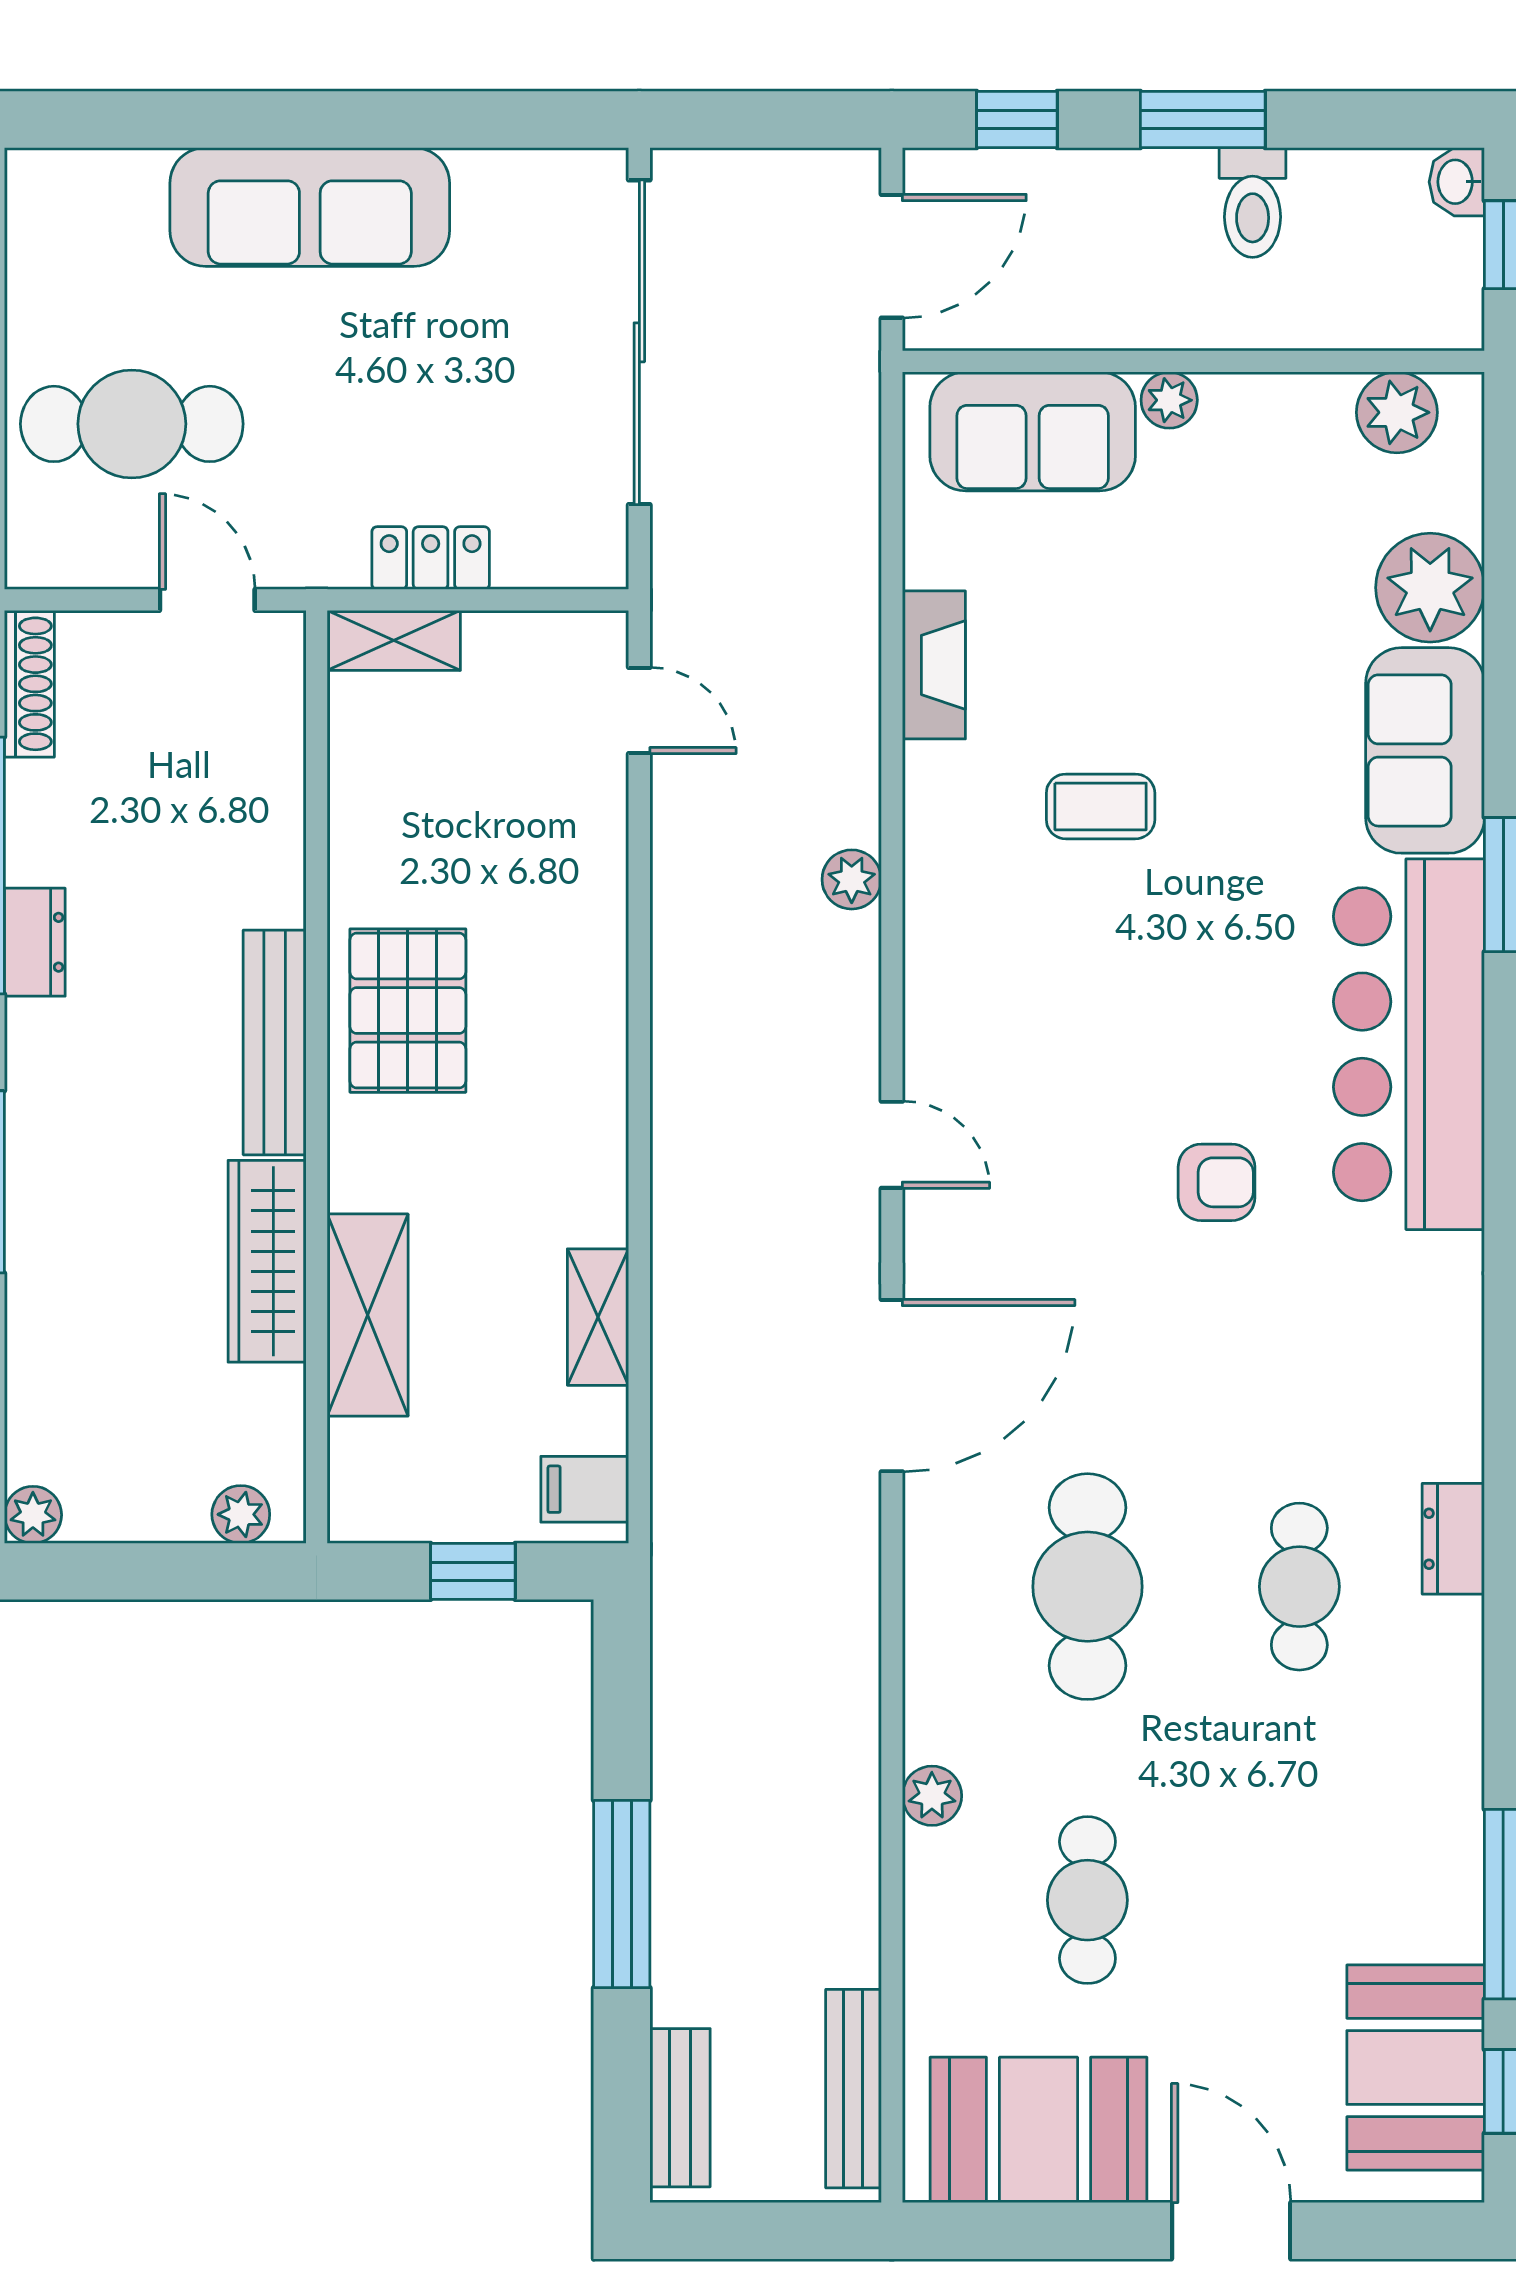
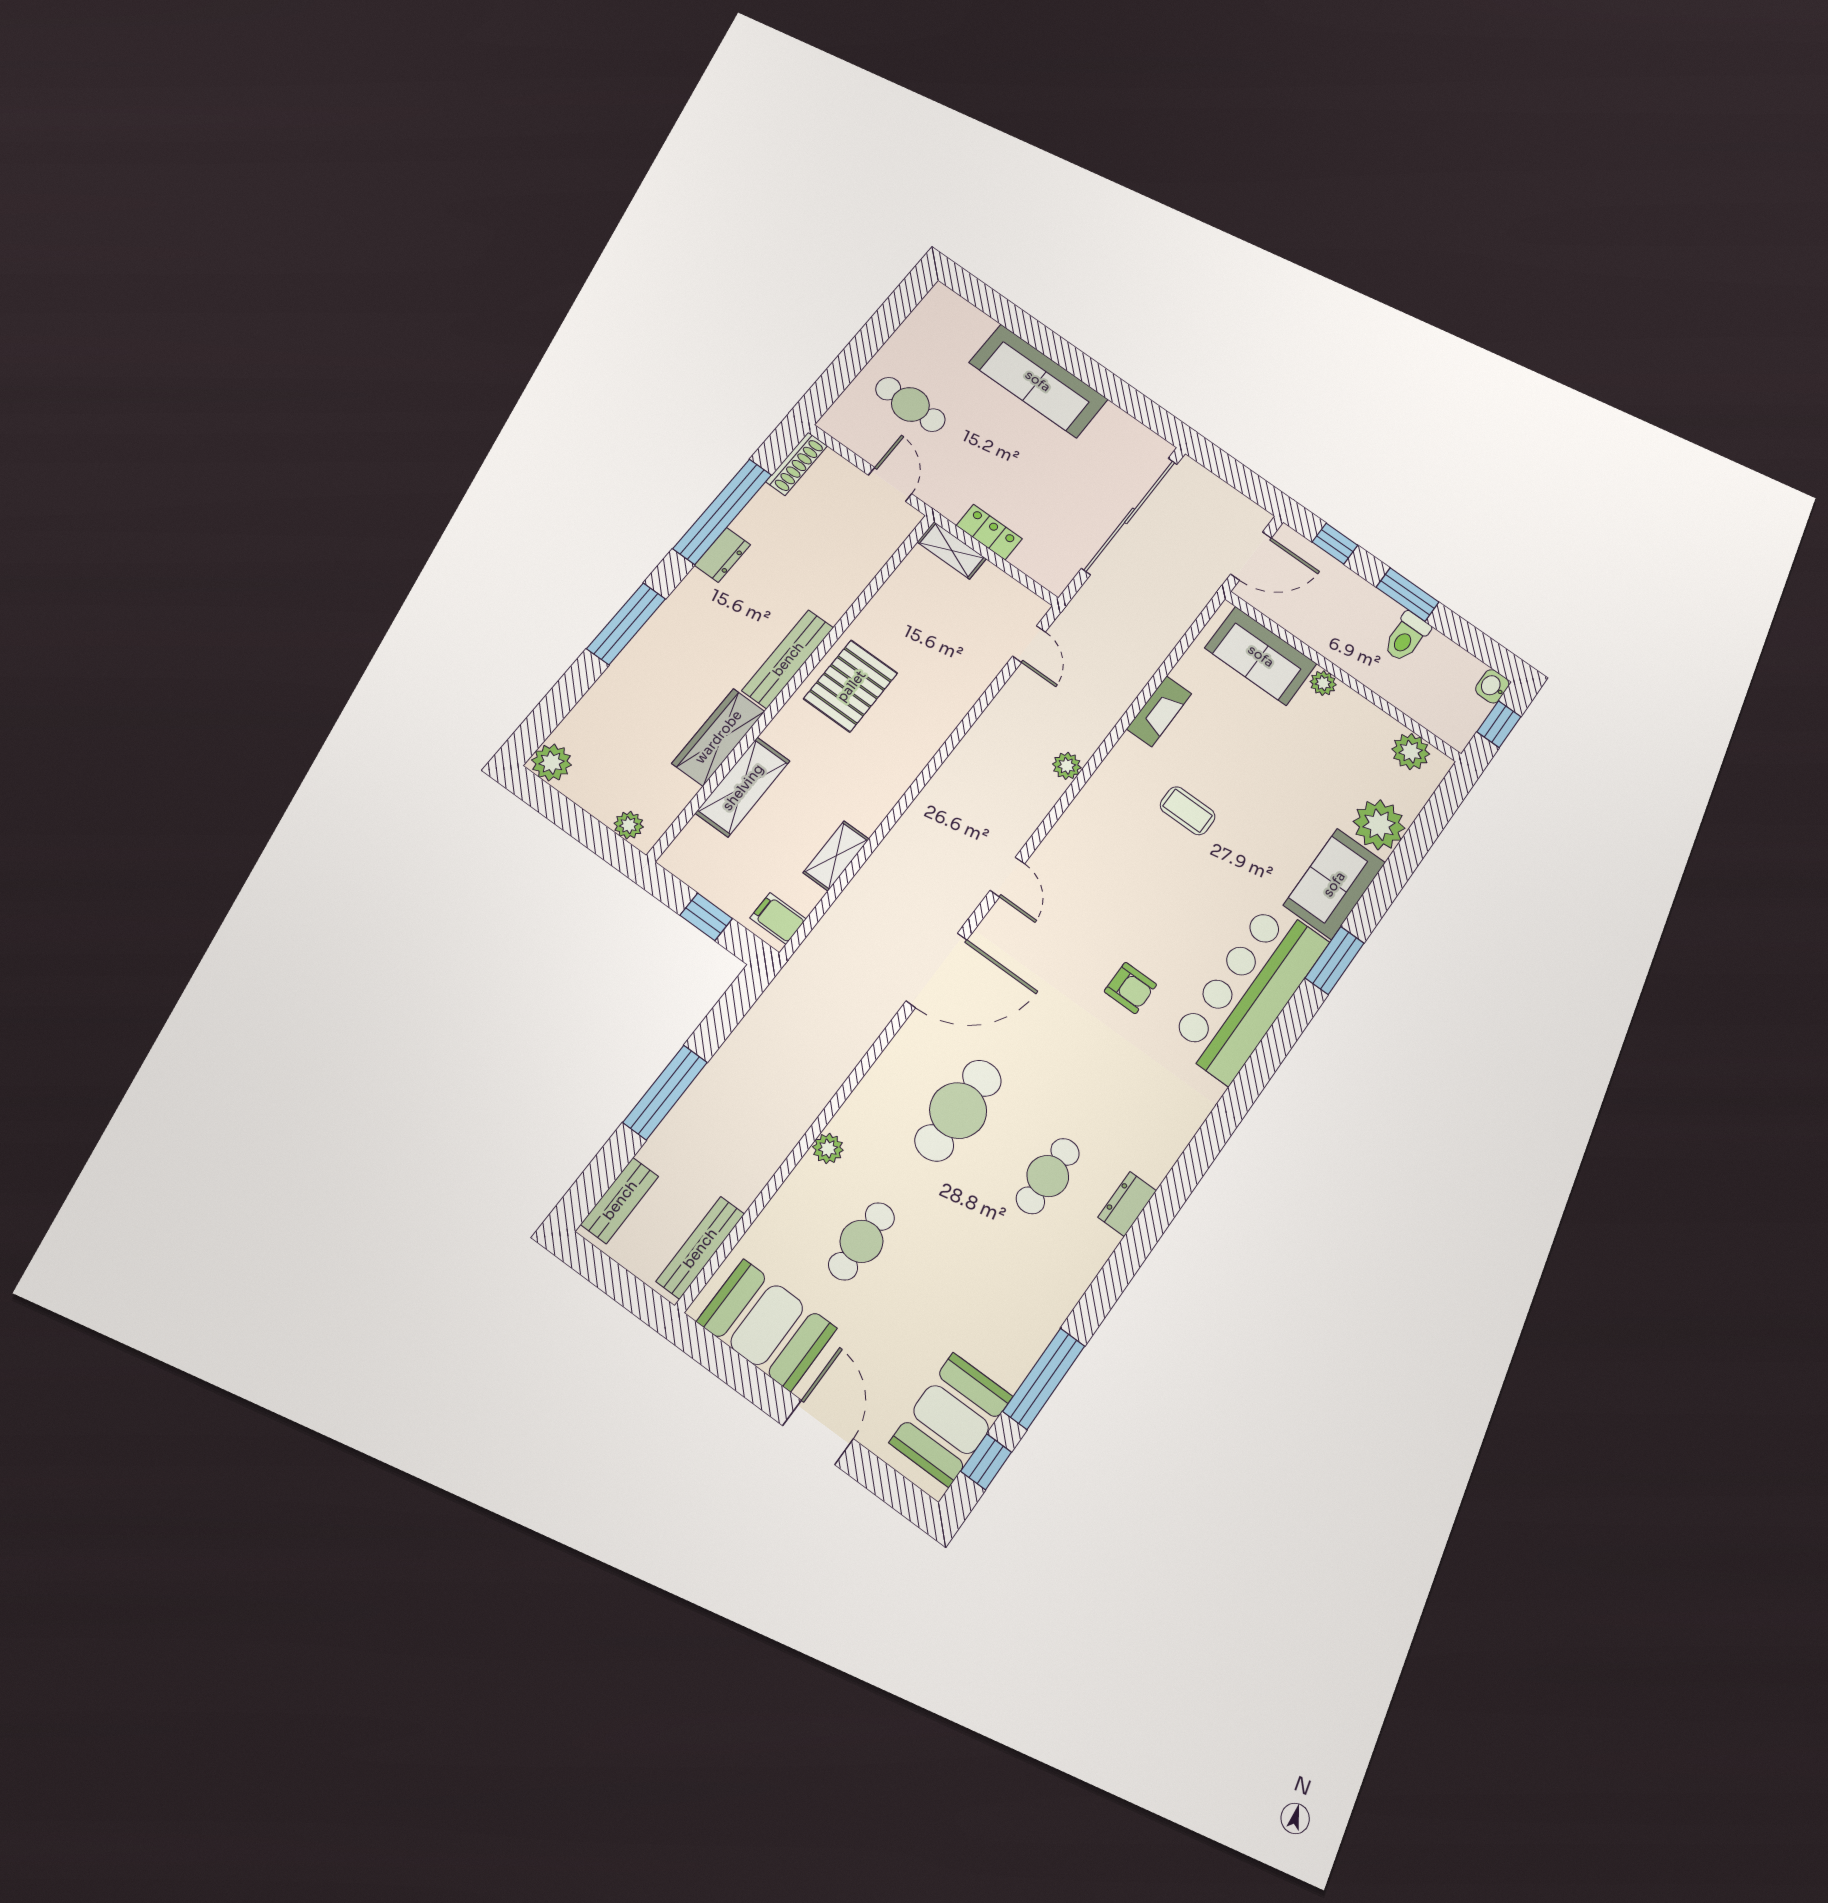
cafe table: (132, 424) -> (910, 404), width x0.73, depth x0.74
plant: (33, 1515) -> (552, 763), width x1.38, depth x1.38

